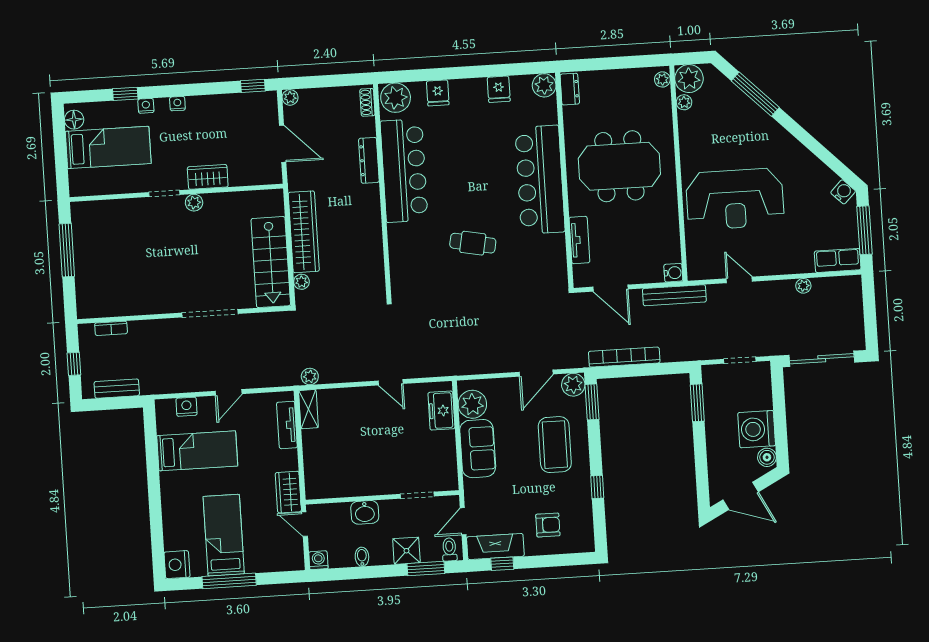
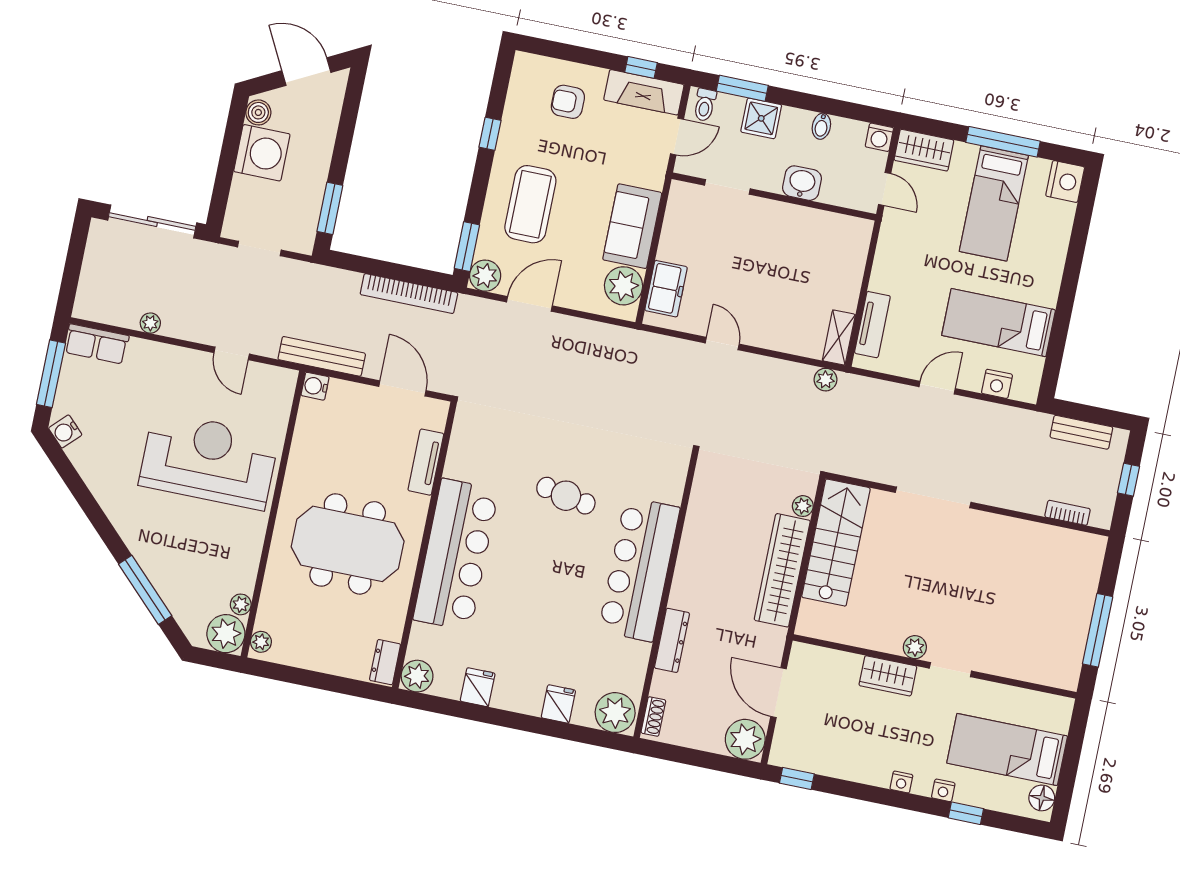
plant: (290, 97) -> (745, 739), width x1.87, depth x1.87
bar counter: (404, 171) -> (639, 569), moved
wardrobe: (288, 492) -> (924, 150), moved, turned 90

